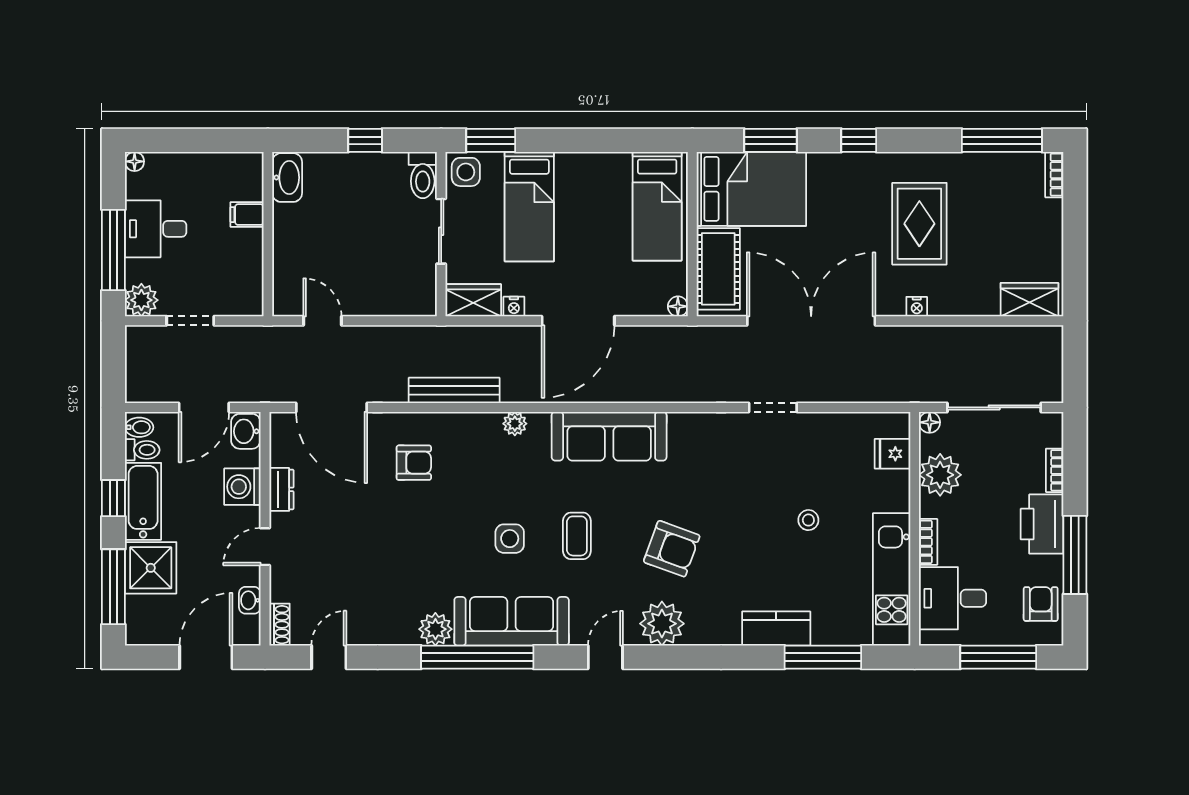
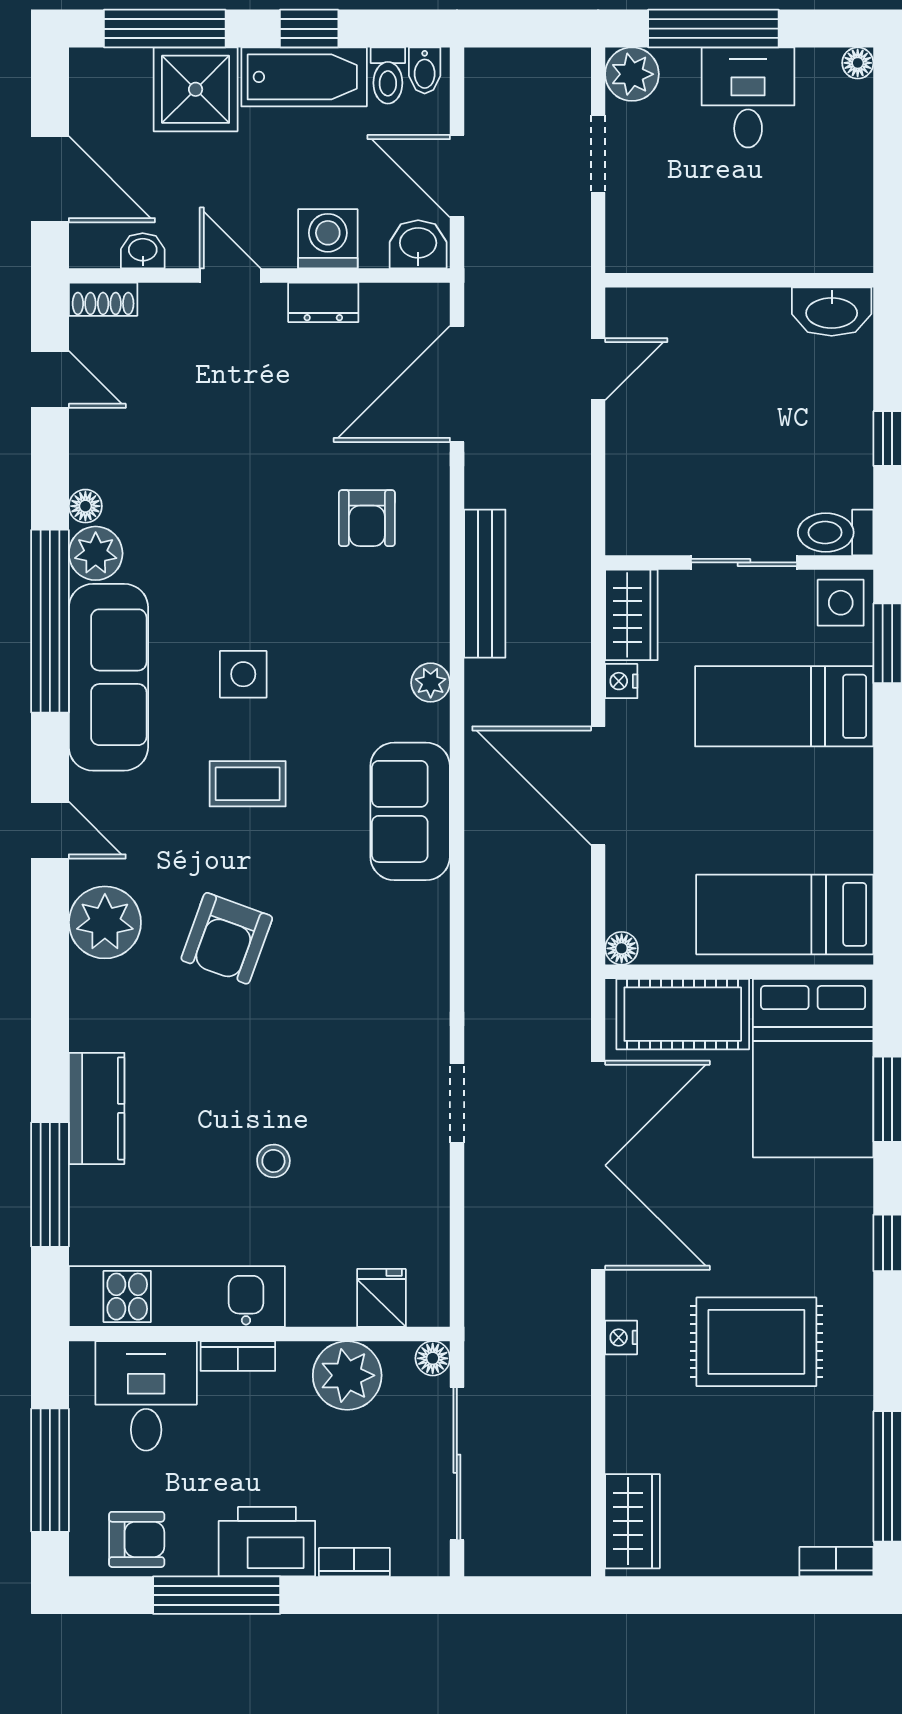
filing cabinet: (247, 215) -> (771, 246), removed
sofa: (609, 436) -> (410, 811), width x0.73
floor lamp: (407, 635) -> (85, 506), added

